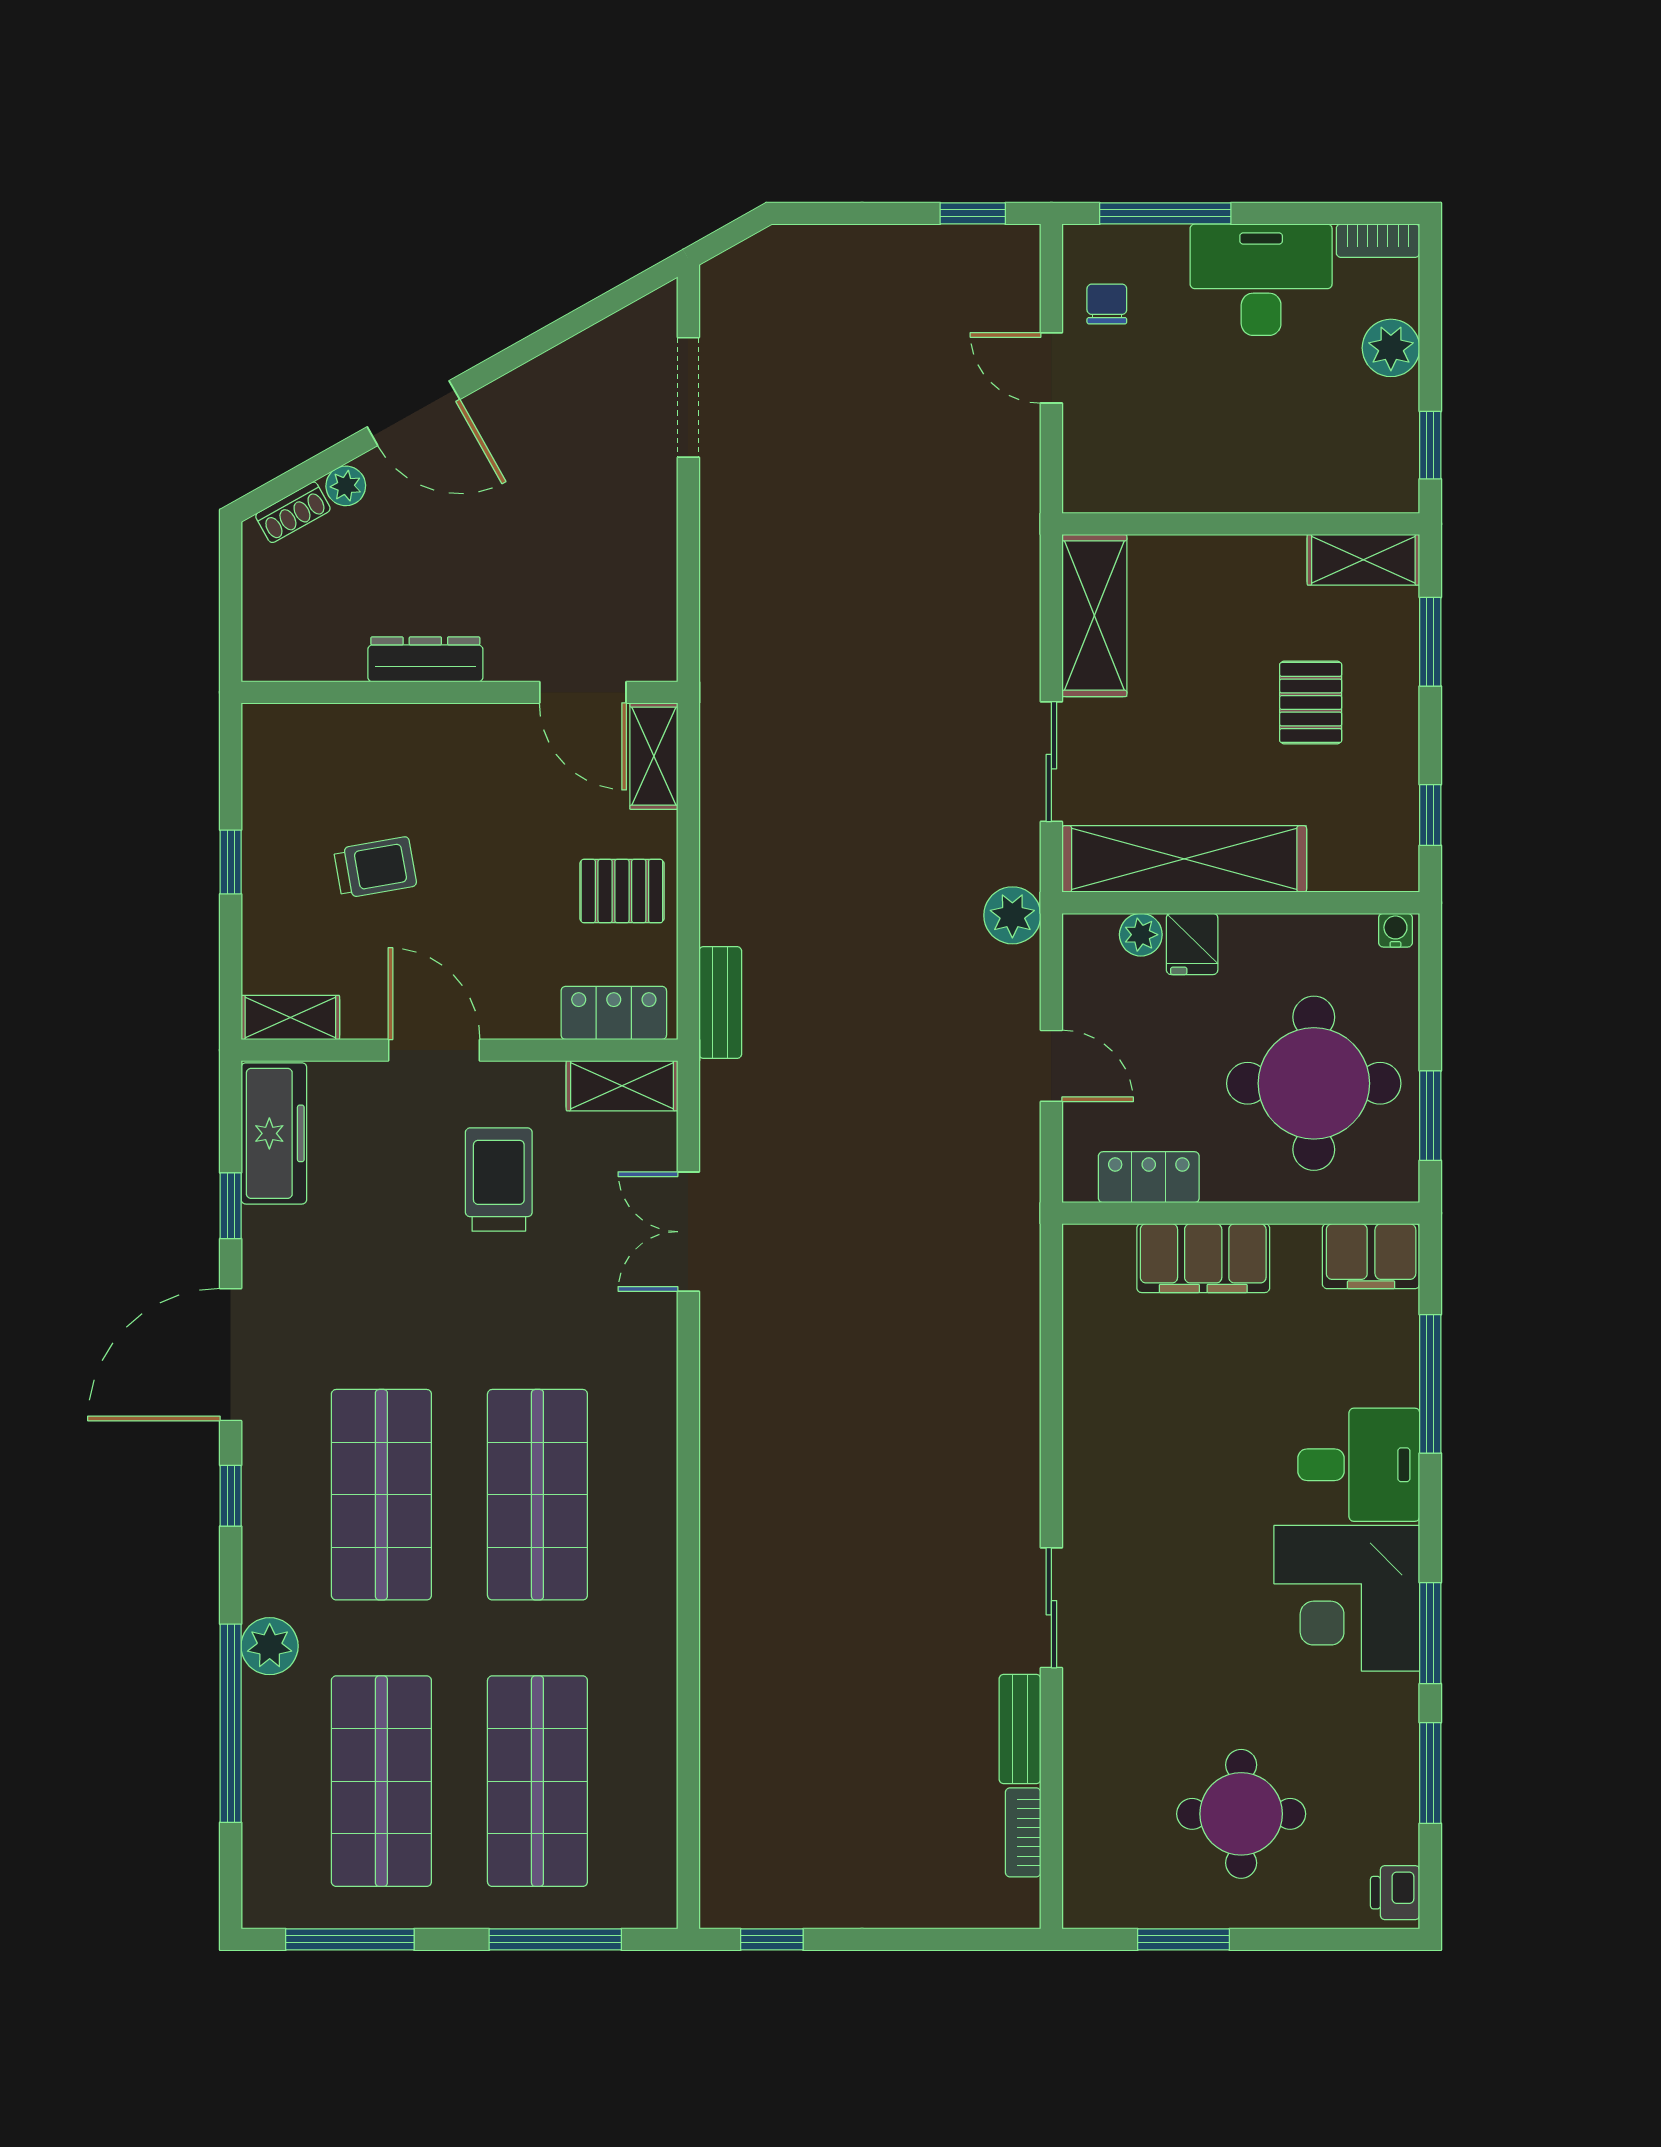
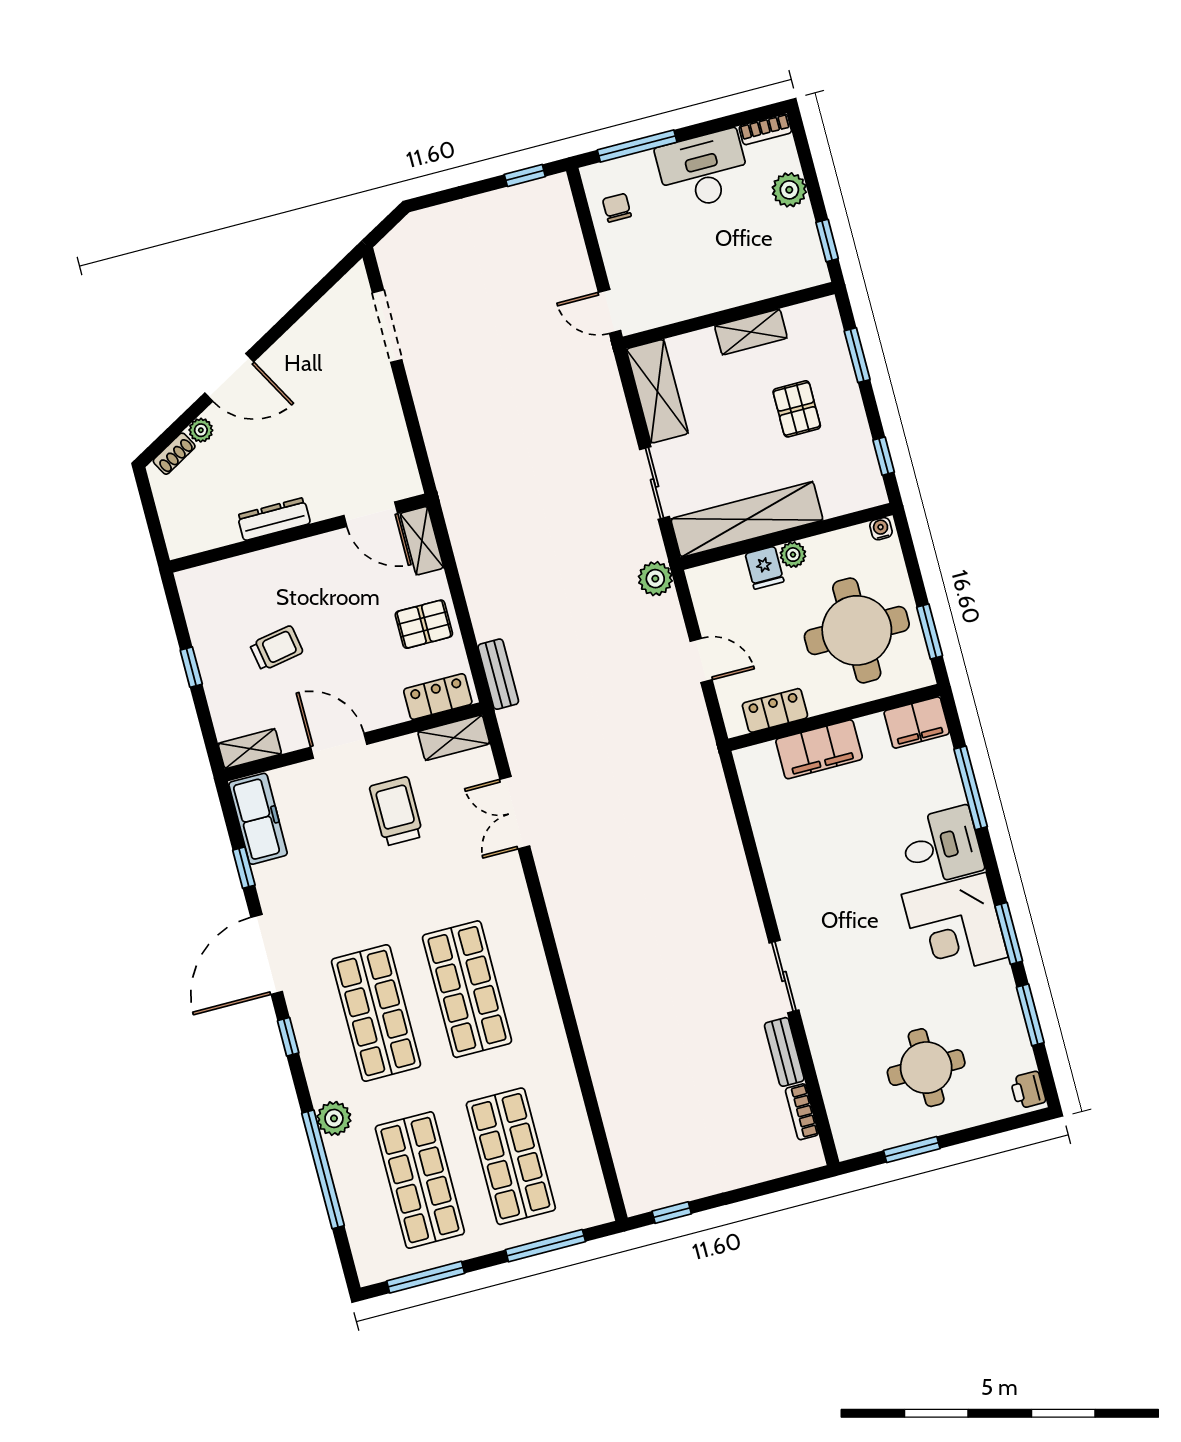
door: (1051, 368) -> (610, 311), moved
shelving: (1363, 560) -> (751, 332), moved
plant: (1141, 935) -> (793, 555), moved

